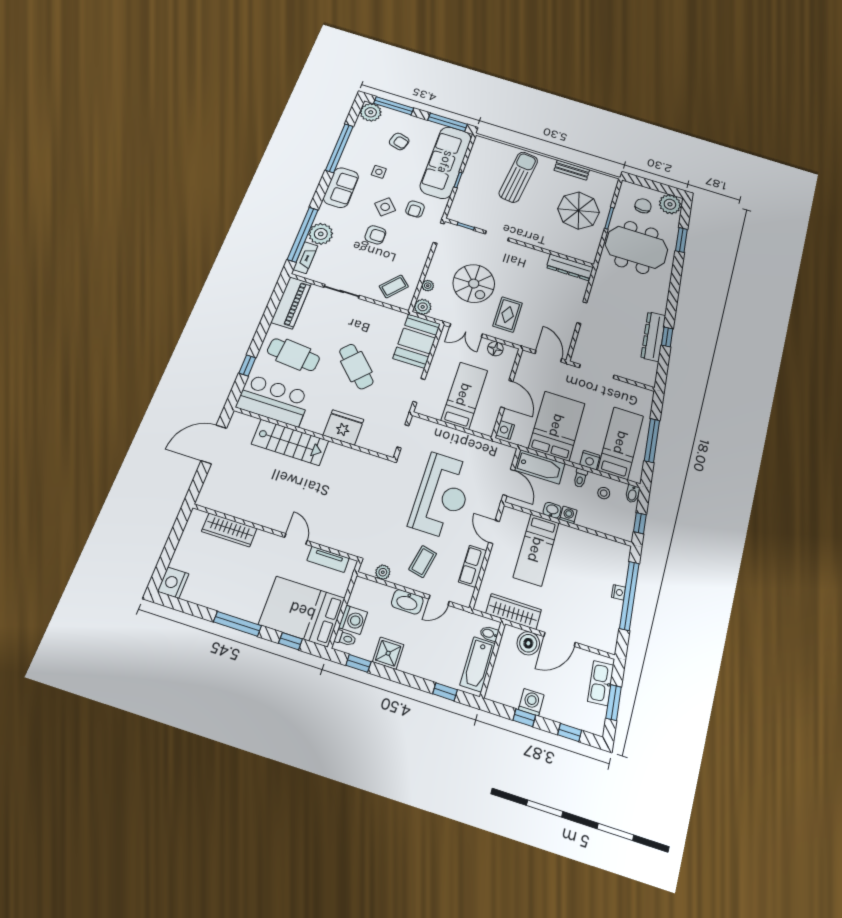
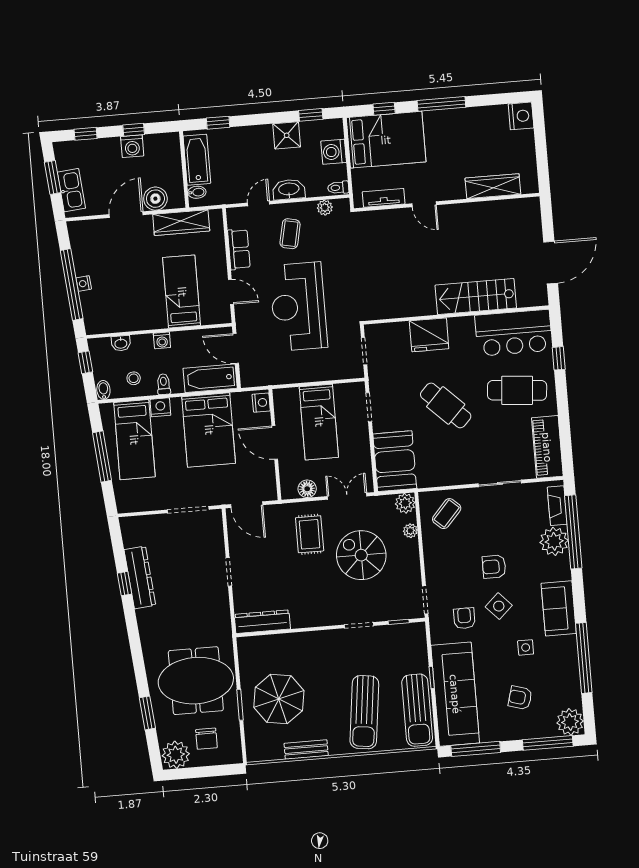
sun lounger: (479, 163) -> (417, 710), added
washbasin: (552, 510) -> (121, 343), moved
toilet: (345, 638) -> (338, 188), moved

